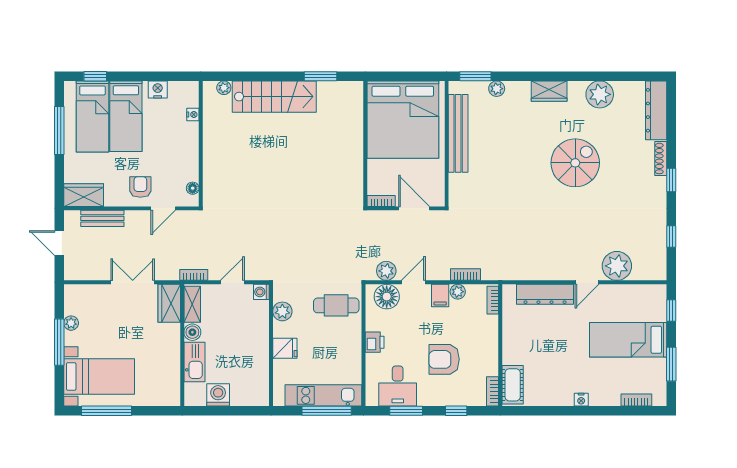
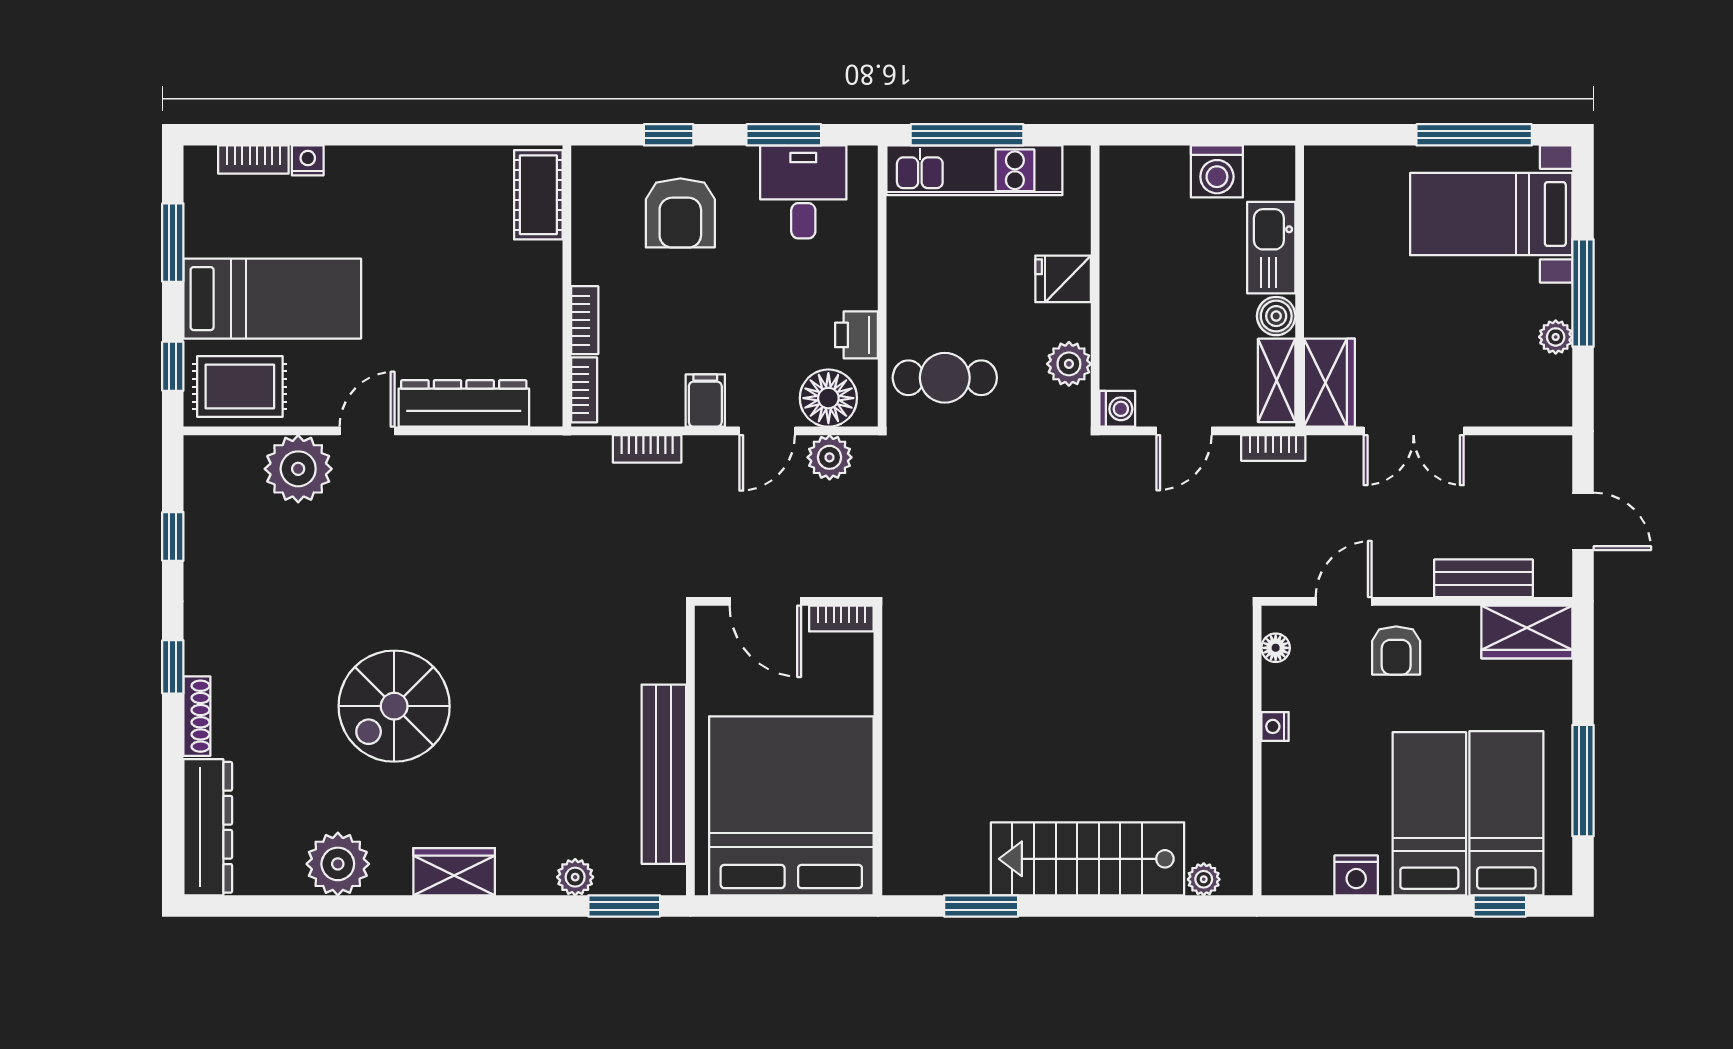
nightstand: (193, 115) -> (1275, 726), moved
plant: (458, 292) -> (665, 409), removed
rug: (642, 302) -> (240, 387), added
printer: (375, 342) -> (856, 335), moved
armchair: (444, 359) -> (680, 213), moved, turned 90
bookcase: (493, 391) -> (585, 320), moved
nightstand: (581, 400) -> (308, 160), moved

